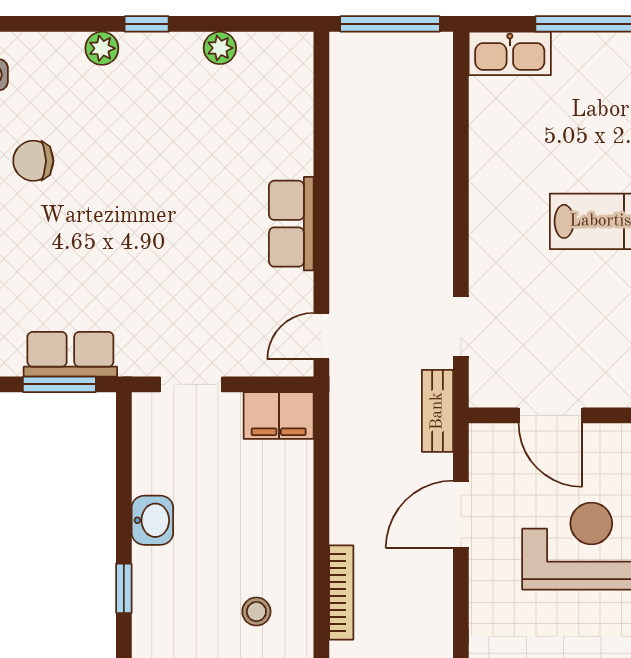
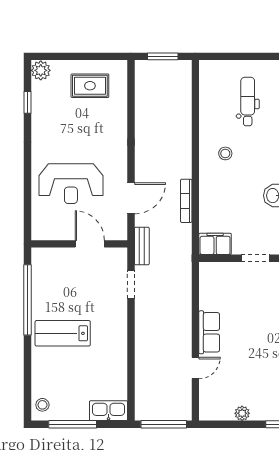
door: (321, 336) -> (195, 368), moved
bookcase: (341, 593) -> (186, 201), moved

